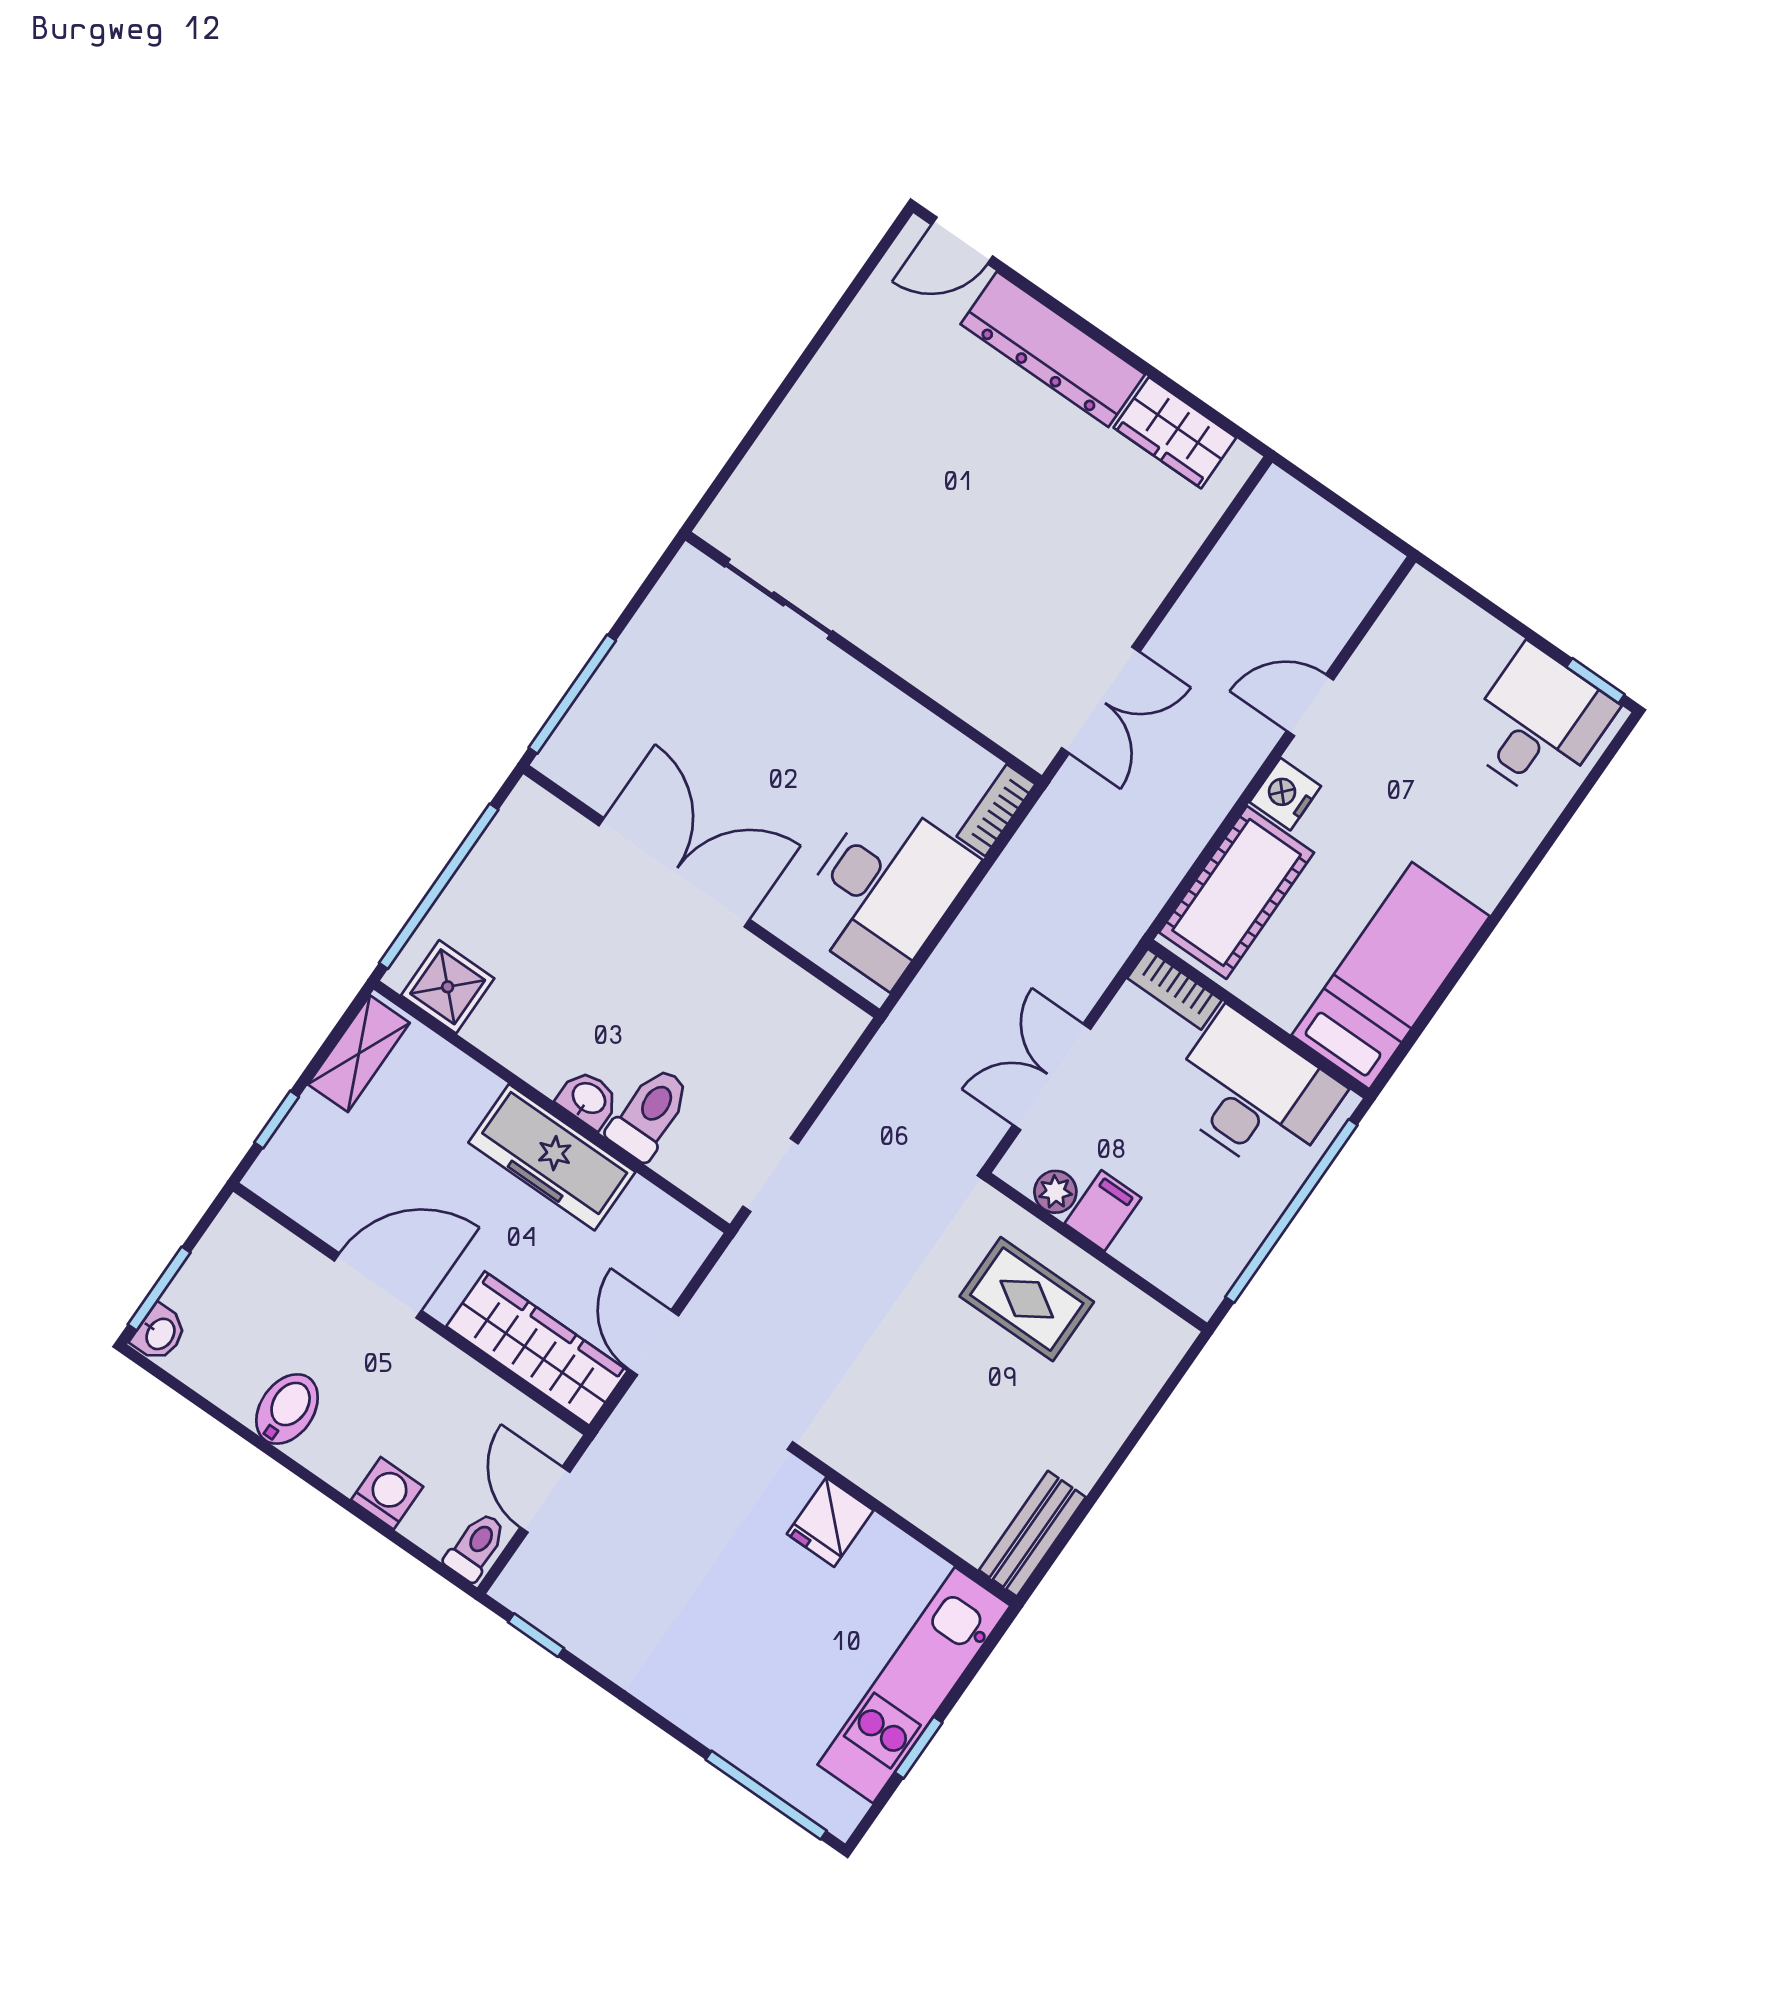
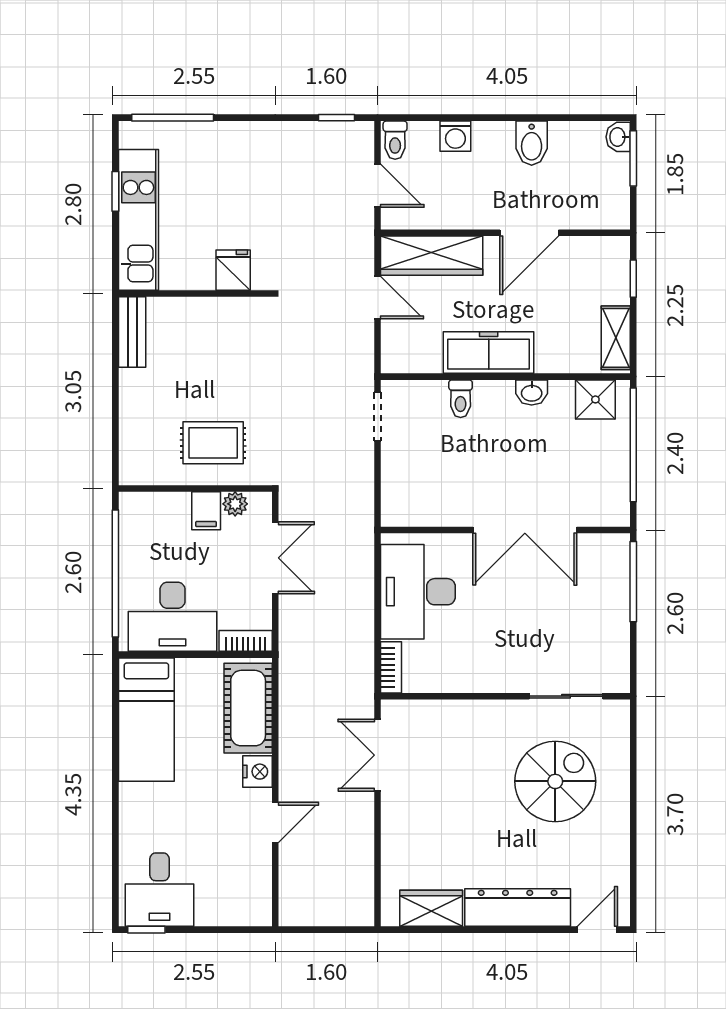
spiral stairs: (877, 490) -> (555, 781), added
washbasin: (588, 1099) -> (532, 392), moved
toilet: (649, 1114) -> (461, 399), width x0.73, depth x0.72

